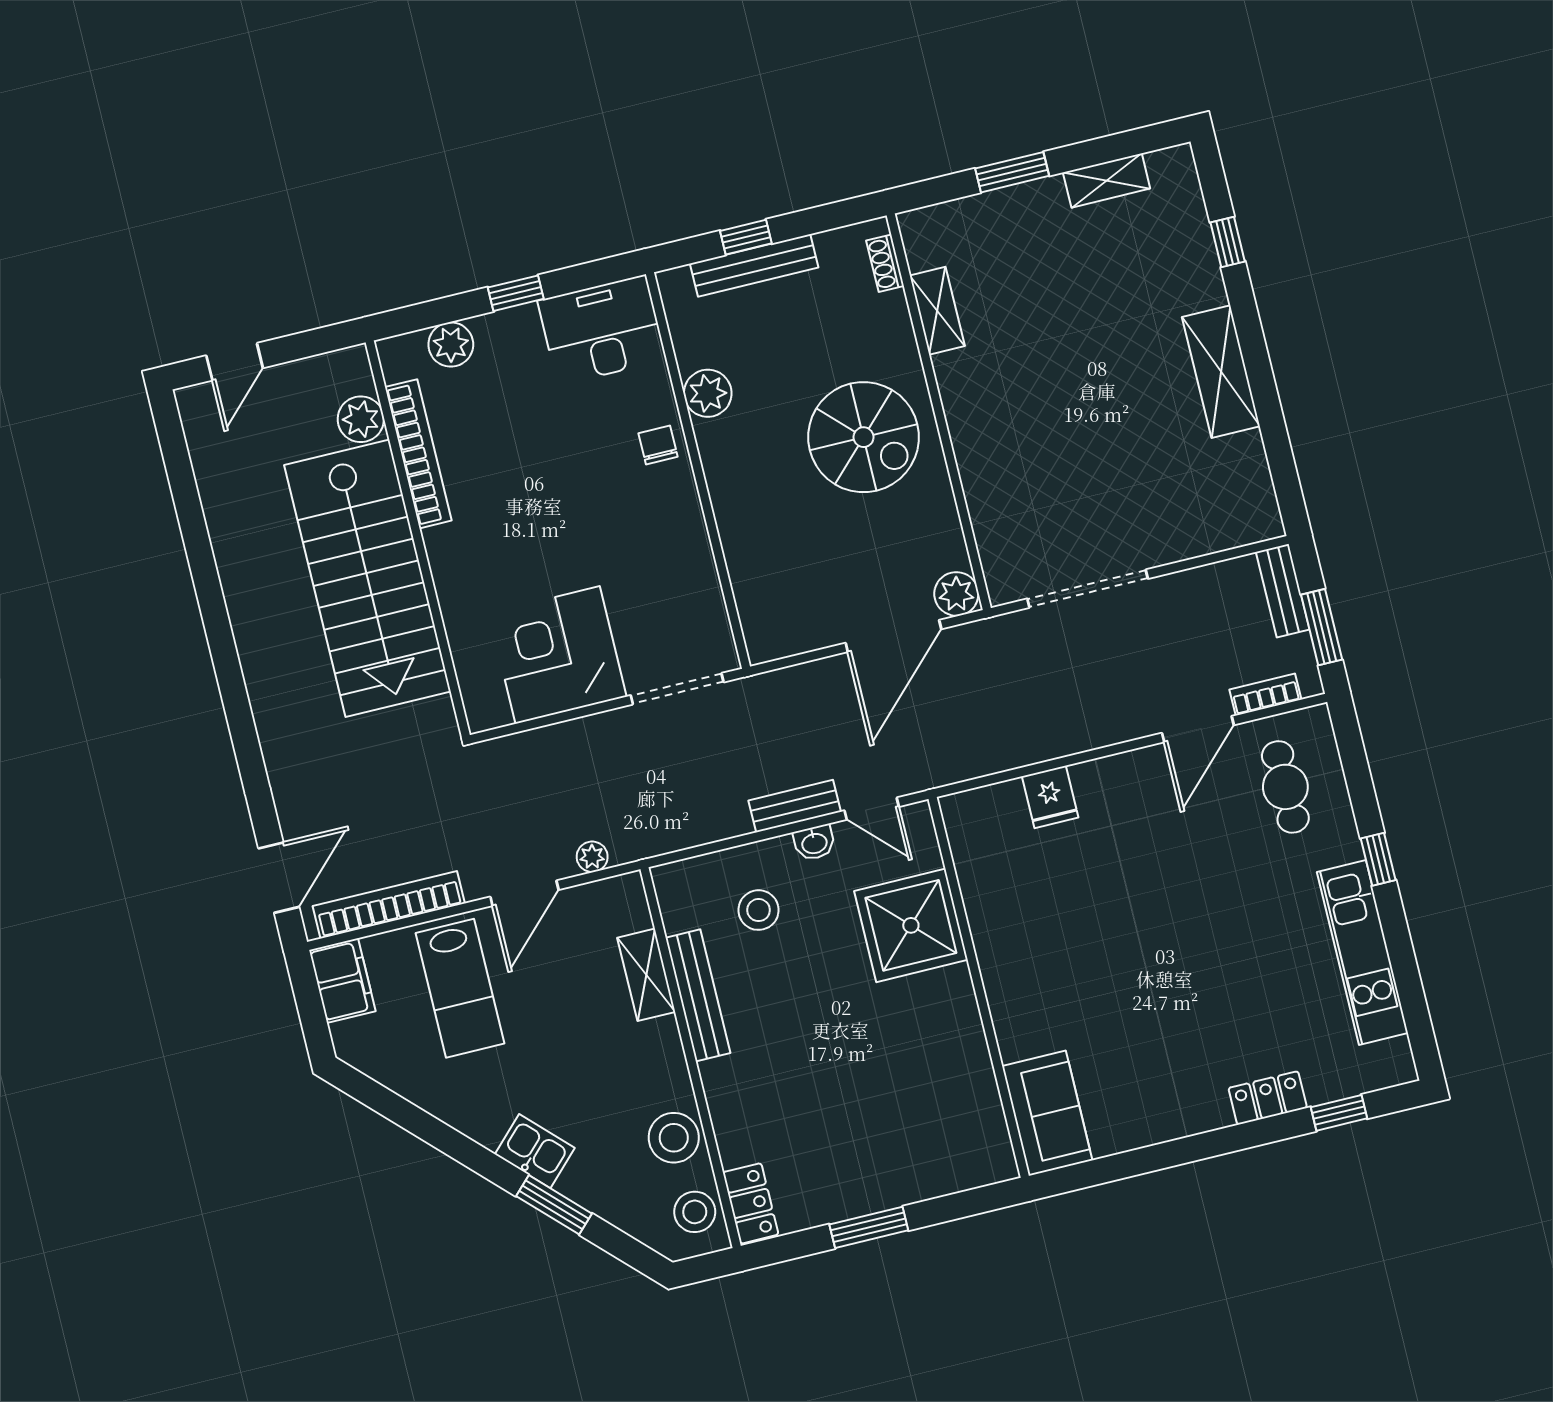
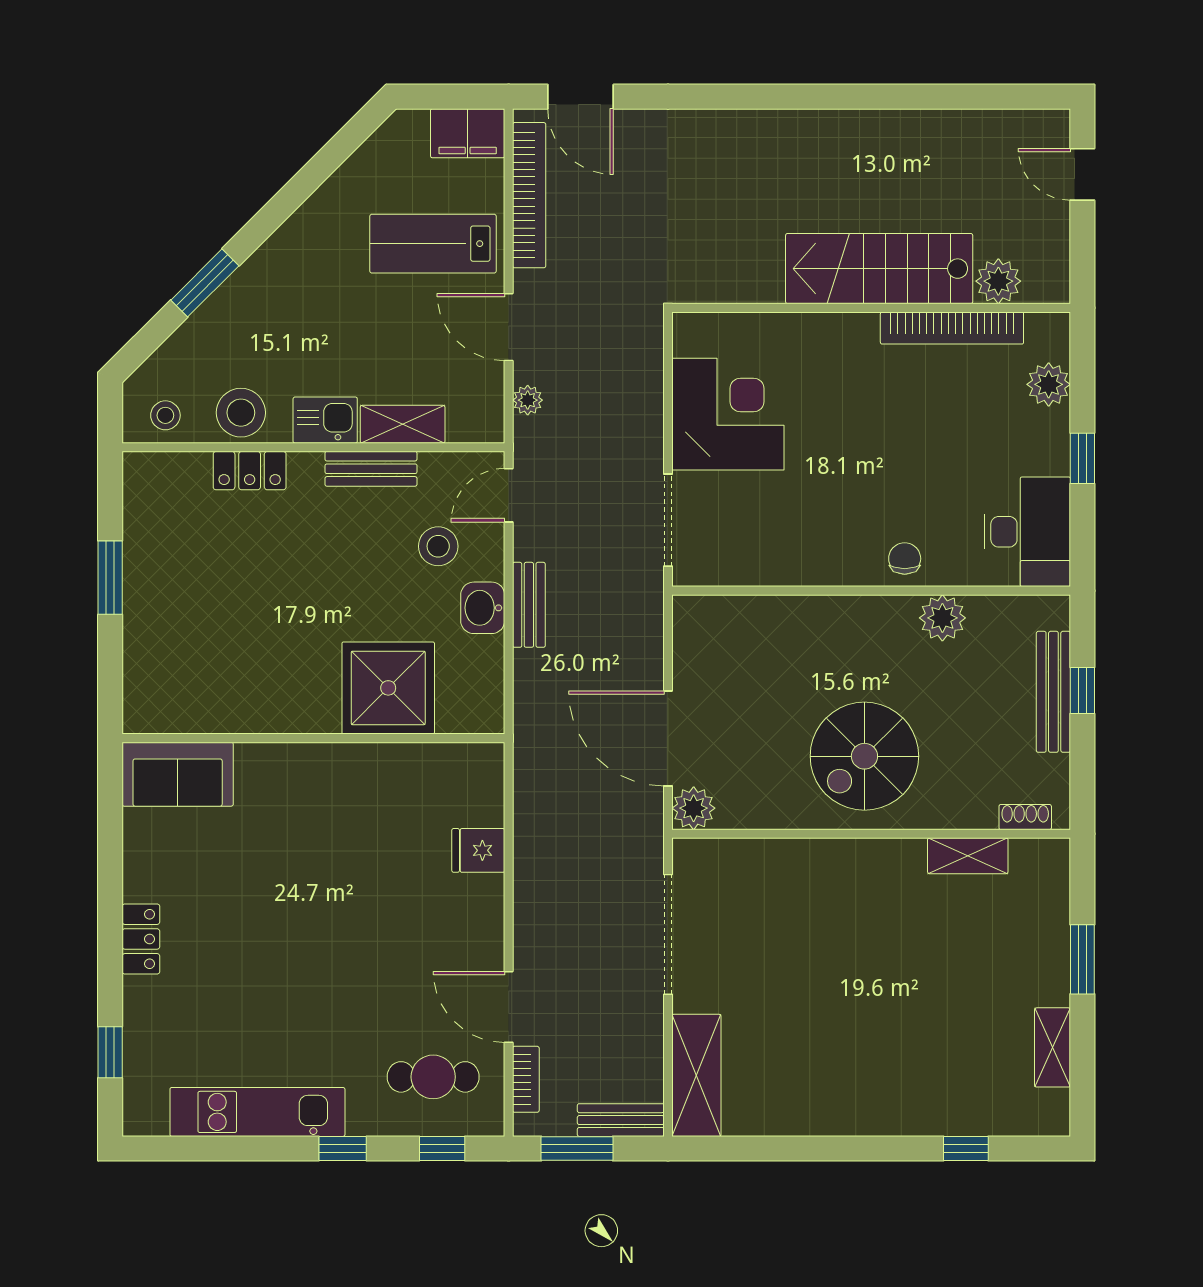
shelving: (1221, 372) -> (696, 1075), moved, turned 90
chair: (658, 445) -> (905, 559), turned -90
stairs: (368, 578) -> (879, 269), width x0.73, depth x0.66
window: (1354, 761) -> (442, 1149), added
door: (872, 809) -> (509, 495), moved
washbasin: (814, 843) -> (483, 608), width x1.38, depth x1.45
bench: (698, 995) -> (371, 469), width x0.73
locker: (1268, 1098) -> (141, 939), moved
kitchen sink: (535, 1151) -> (325, 420), moved, turned -135
locker: (751, 1203) -> (250, 471), moved
stool: (695, 1212) -> (165, 415), width x0.73, depth x0.73

